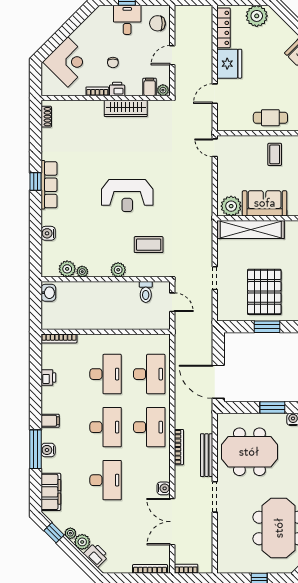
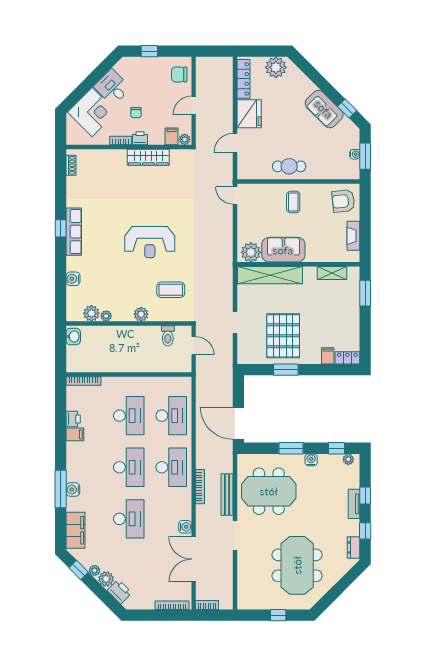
desk: (127, 20) -> (112, 87), moved, turned -45
filing cabinet: (50, 421) -> (75, 434), moved

